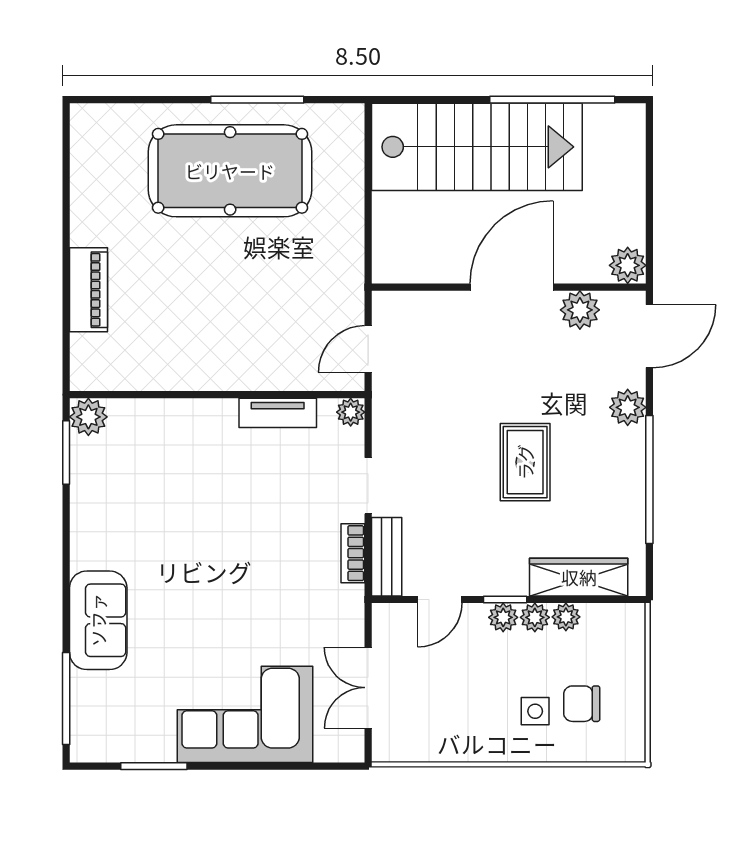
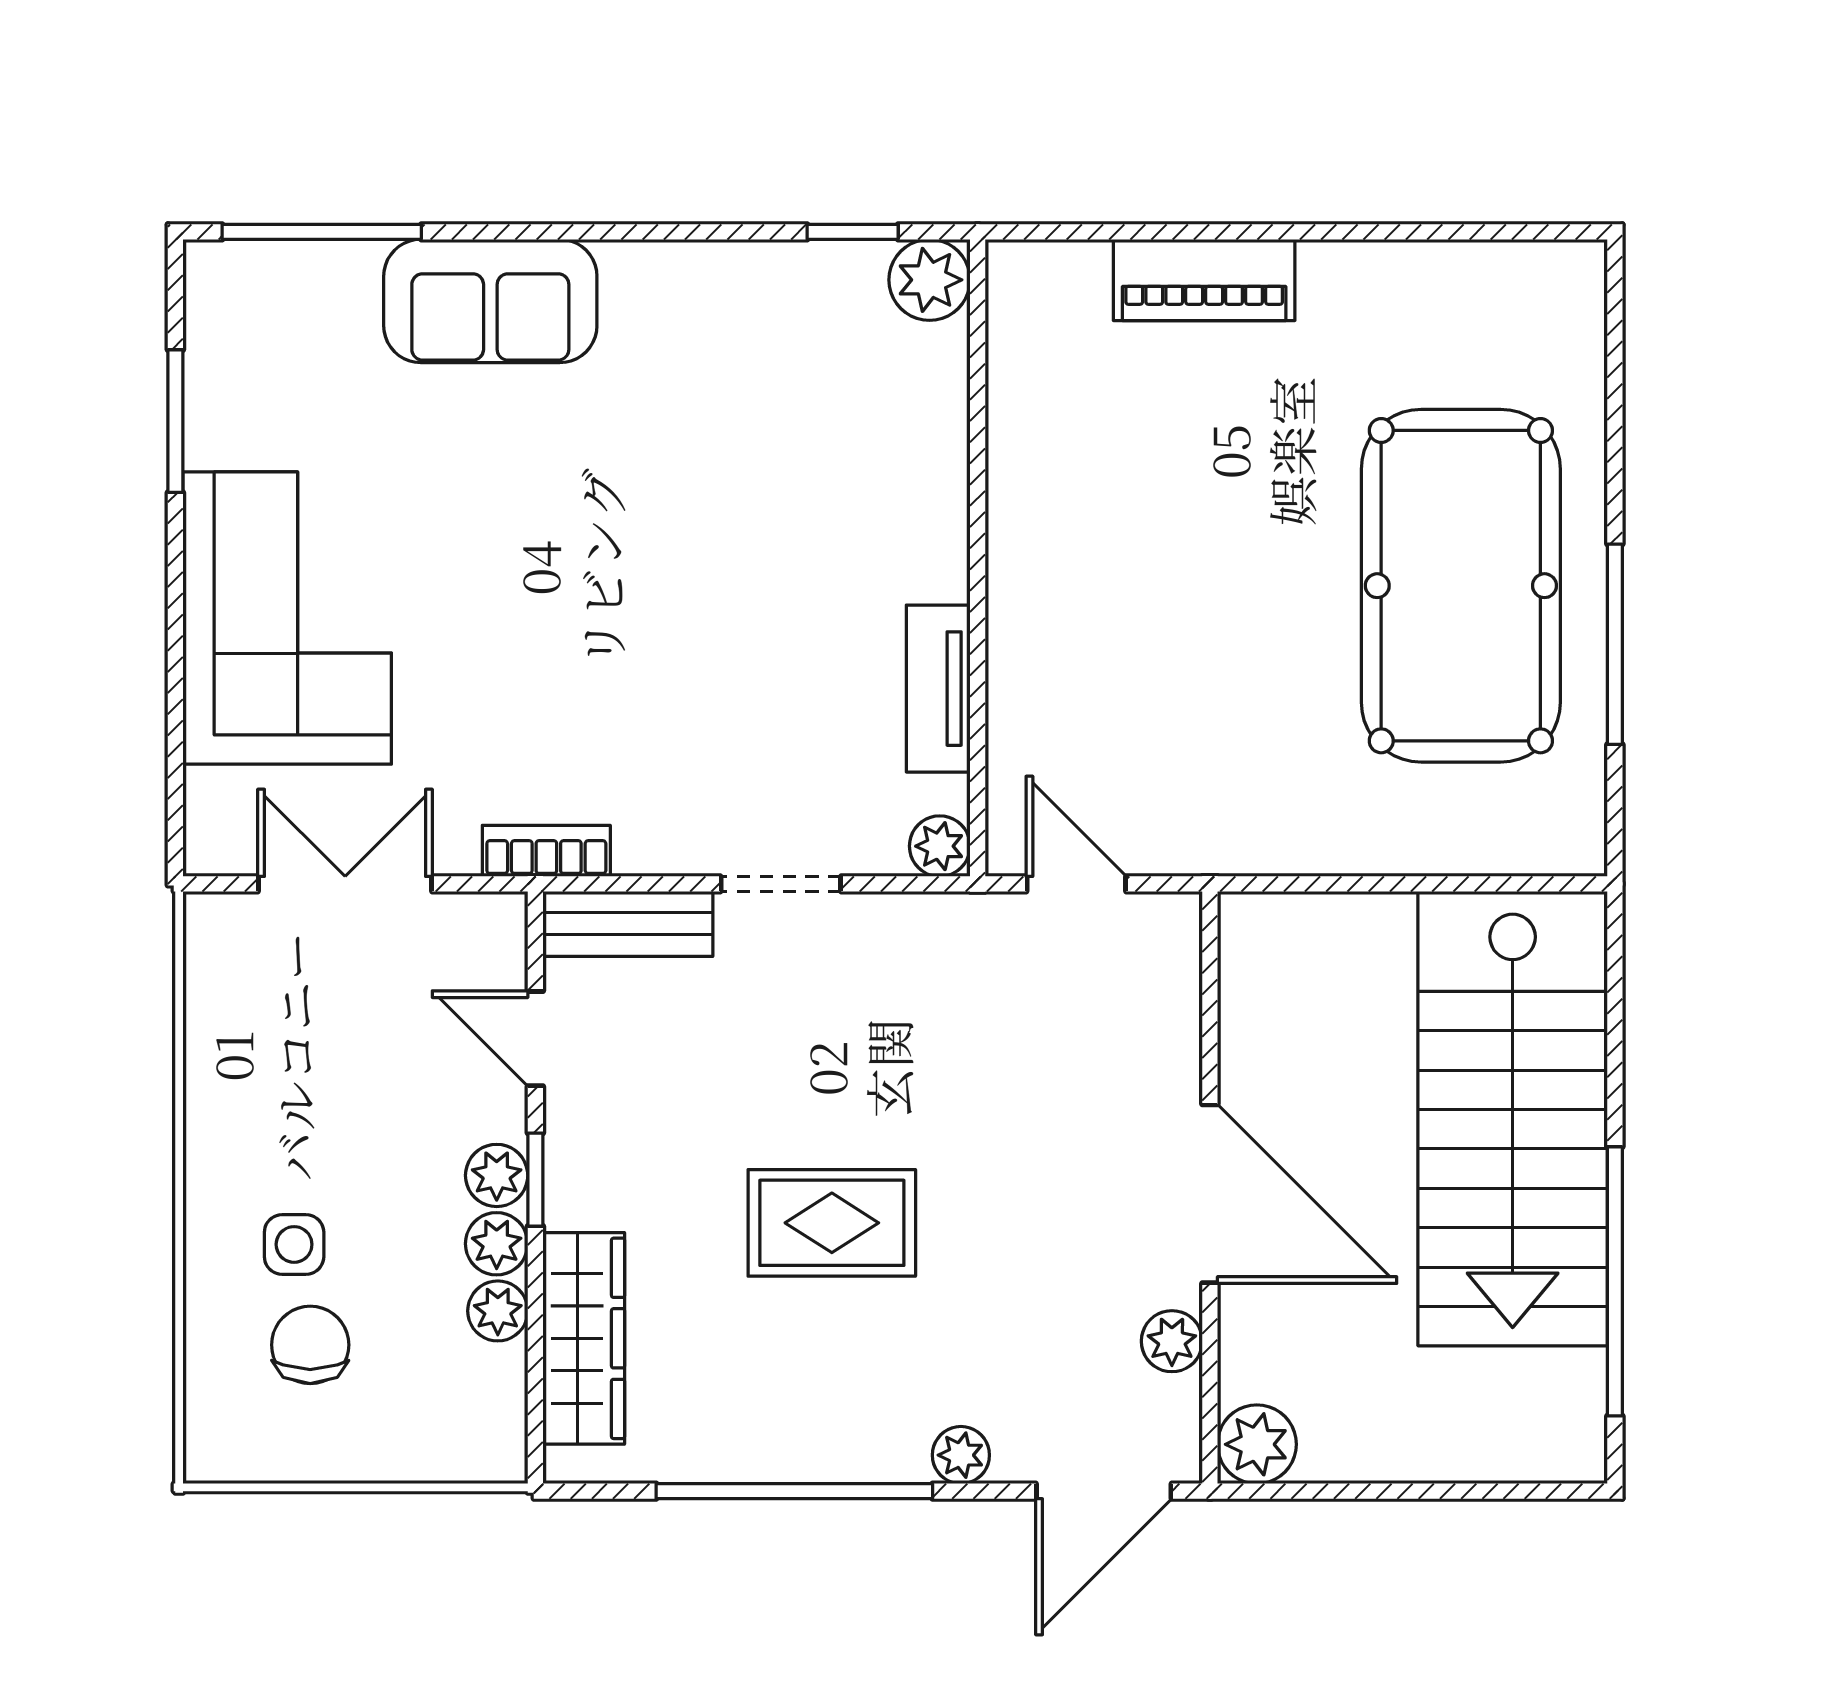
plant: (580, 310) -> (1172, 1341), width x0.73, depth x0.73
door: (649, 336) -> (1104, 1491), hinge flipped
plant: (628, 407) -> (961, 1455), width x0.73, depth x0.73
window: (66, 453) -> (853, 232), width x0.67
bookcase: (353, 553) -> (546, 851), moved

